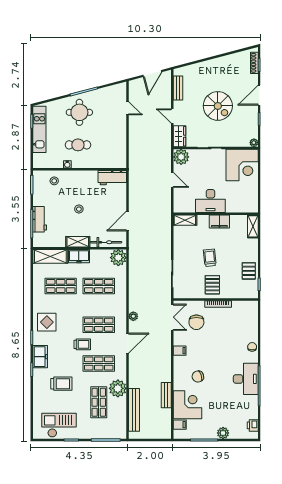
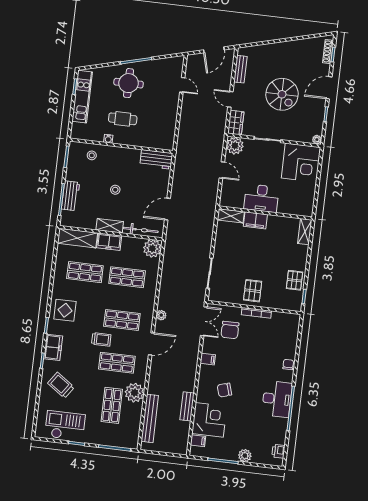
filing cabinet: (219, 222) -> (255, 220), moved
trolley: (210, 258) -> (253, 261), removed
trolley: (61, 384) -> (61, 385), moved, turned -145

